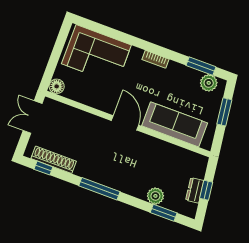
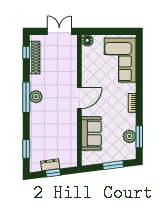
plant: (209, 83) -> (129, 136), moved
sofa: (175, 124) -> (91, 133), width x0.73
plant: (155, 196) -> (36, 97), moved

